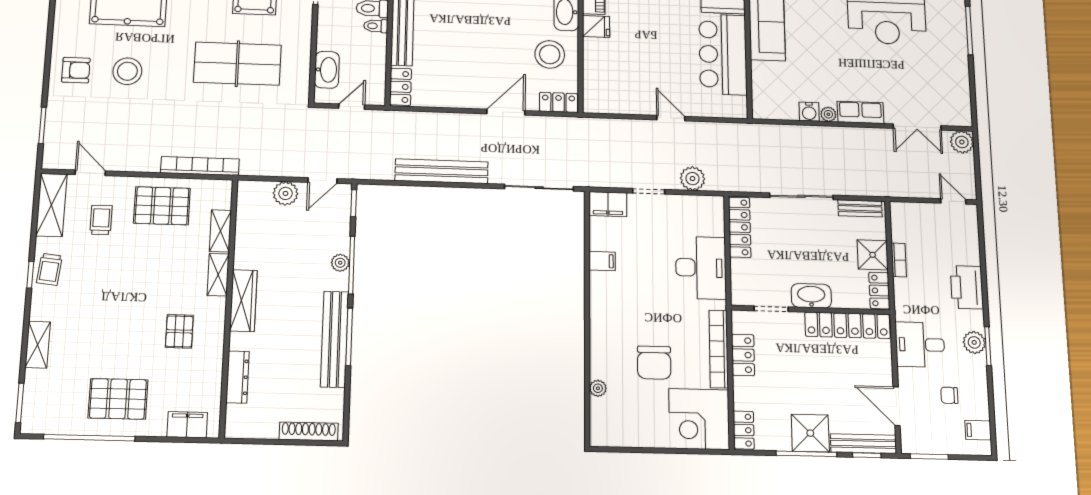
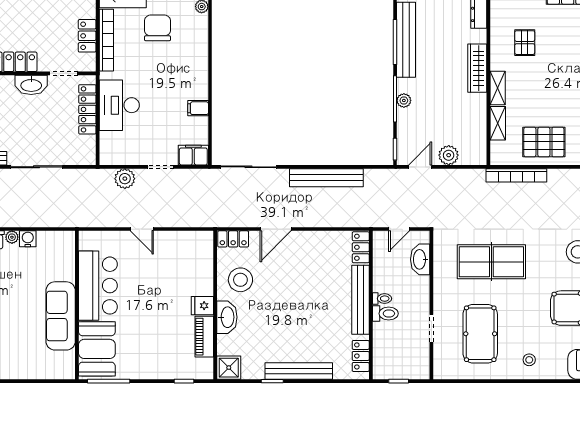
locker: (740, 227) -> (87, 109), moved

